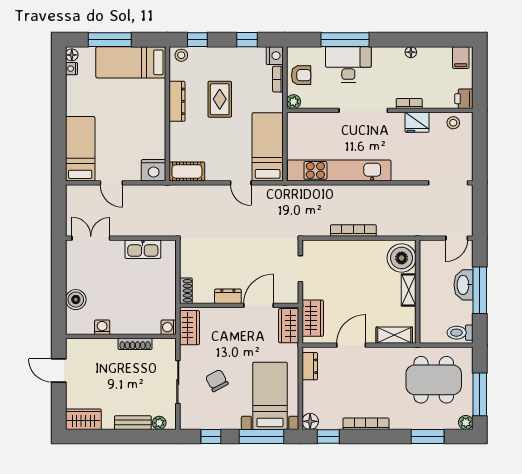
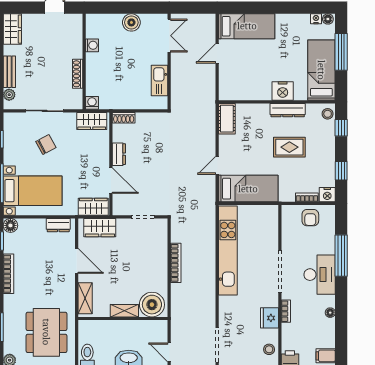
desk: (348, 64) -> (320, 275), moved
plant: (294, 102) -> (287, 211), removed
nightstand: (154, 170) -> (283, 91), moved, turned -90
boiler: (76, 300) -> (131, 22), moved

